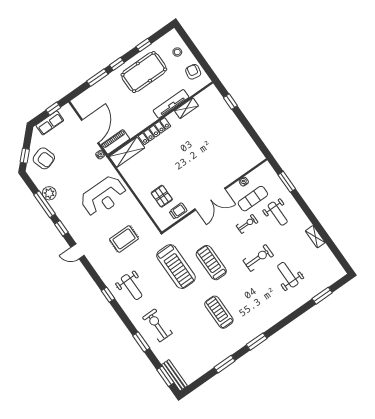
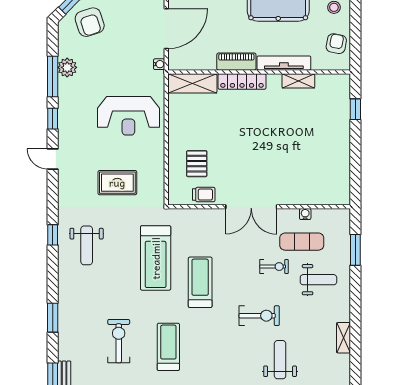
piano: (115, 142) -> (236, 62), moved
weight bench: (278, 214) -> (318, 280), turned -90
exercise bike: (157, 325) -> (119, 341), moved

